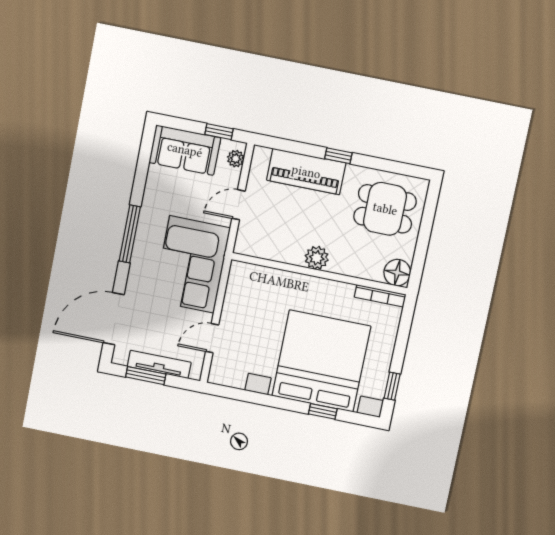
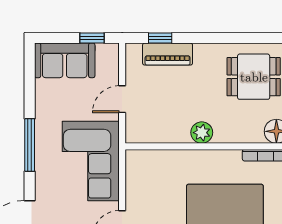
window: (338, 156) -> (160, 38), moved
plant: (236, 159) -> (112, 59), removed
piano: (306, 172) -> (168, 54), width x0.73, depth x0.75

